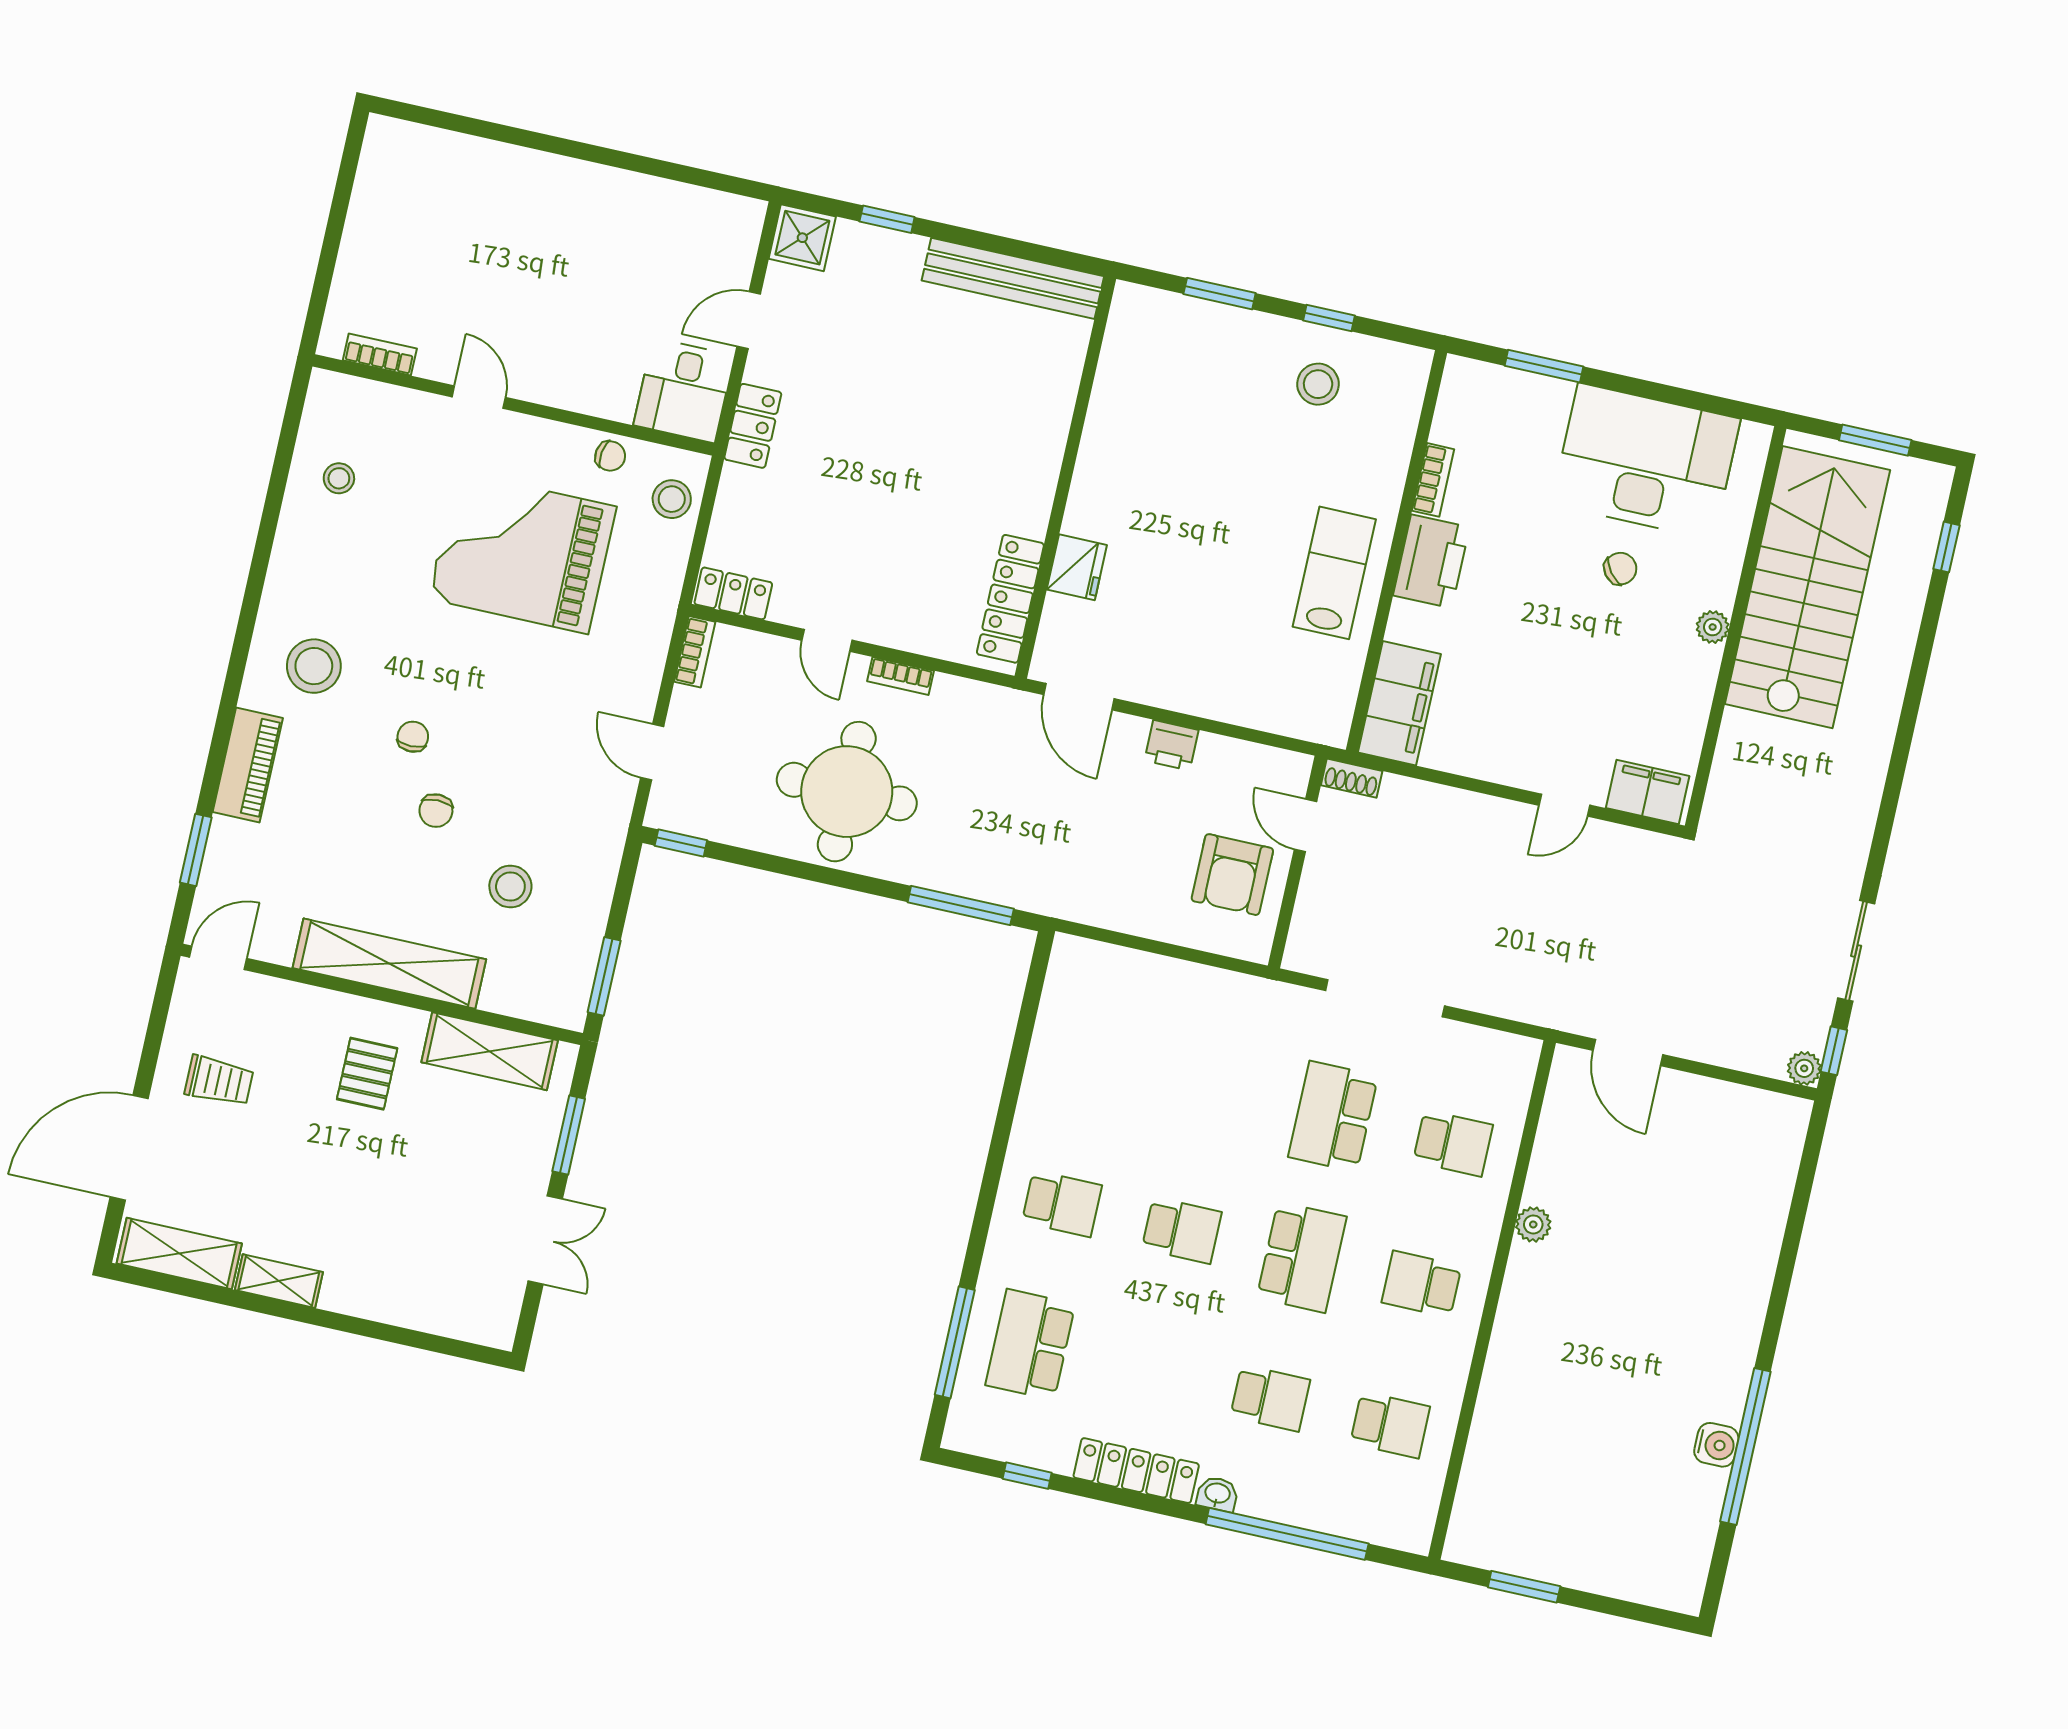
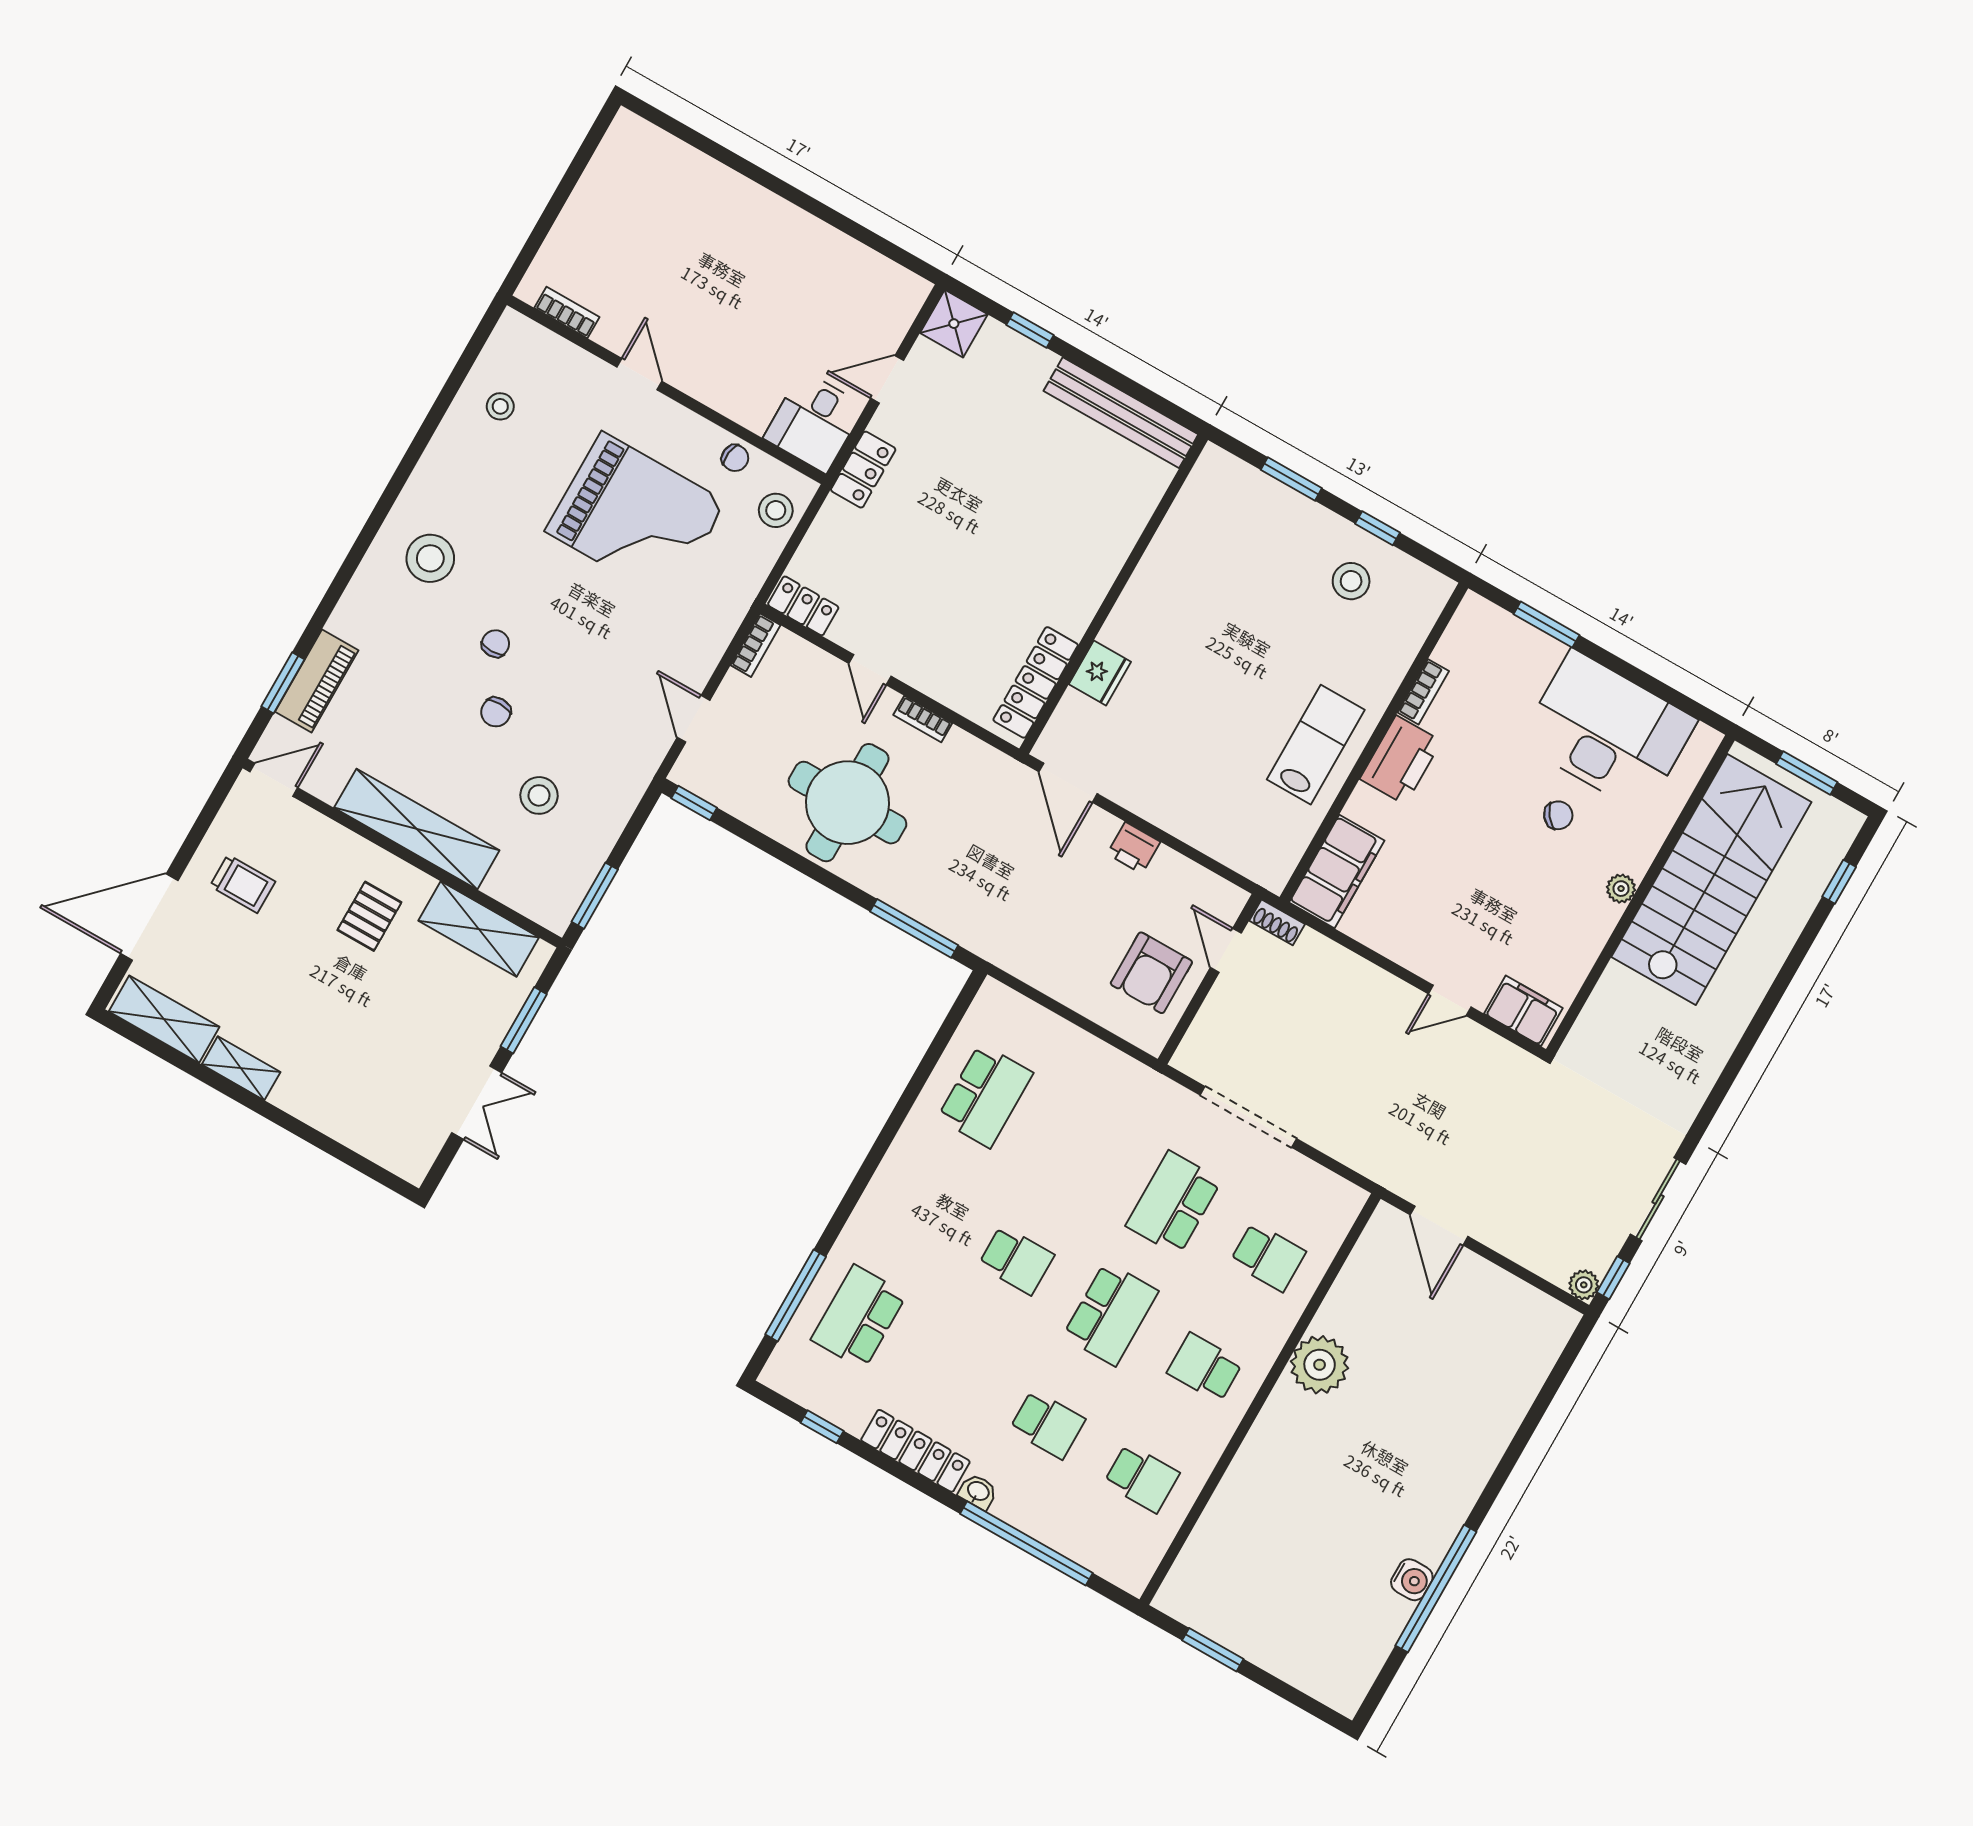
grand piano: (522, 553) -> (636, 517), turned 180
piano: (248, 765) -> (317, 681), moved
school desk: (1062, 1204) -> (985, 1096), moved, width x1.85
plant: (1533, 1224) -> (1320, 1365), width x1.88, depth x1.88

